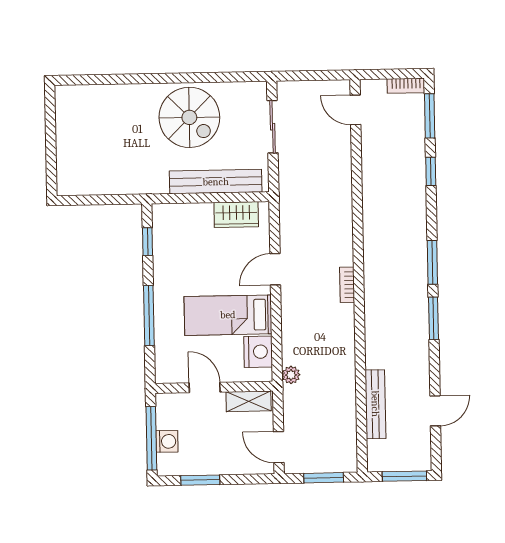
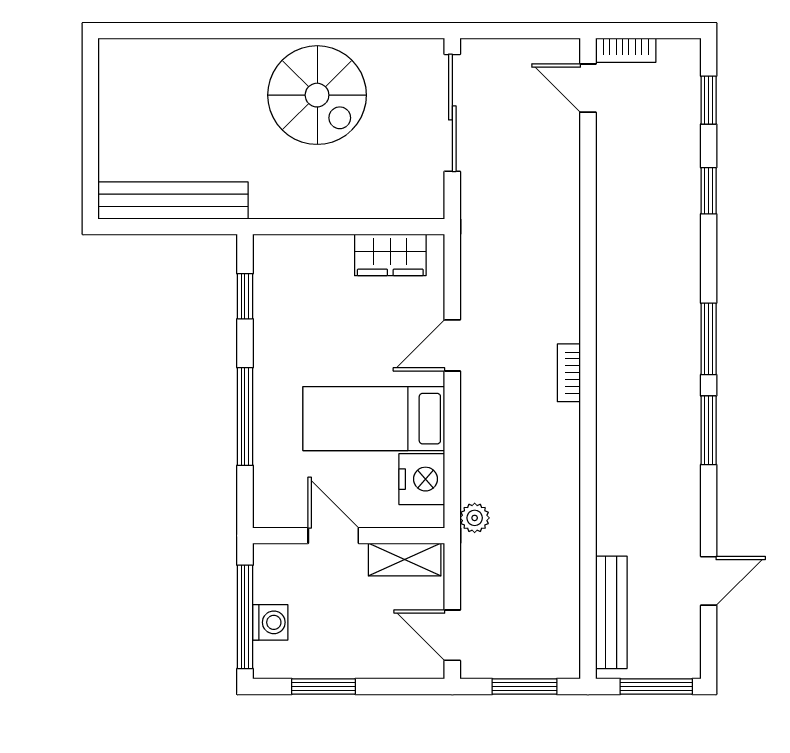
bookcase: (406, 86) -> (626, 50), moved
window: (430, 116) -> (709, 100), width x0.67
sliding door: (273, 127) -> (452, 113), width x1.37
bench: (216, 182) -> (173, 200), moved
bench: (375, 404) -> (611, 612), moved

